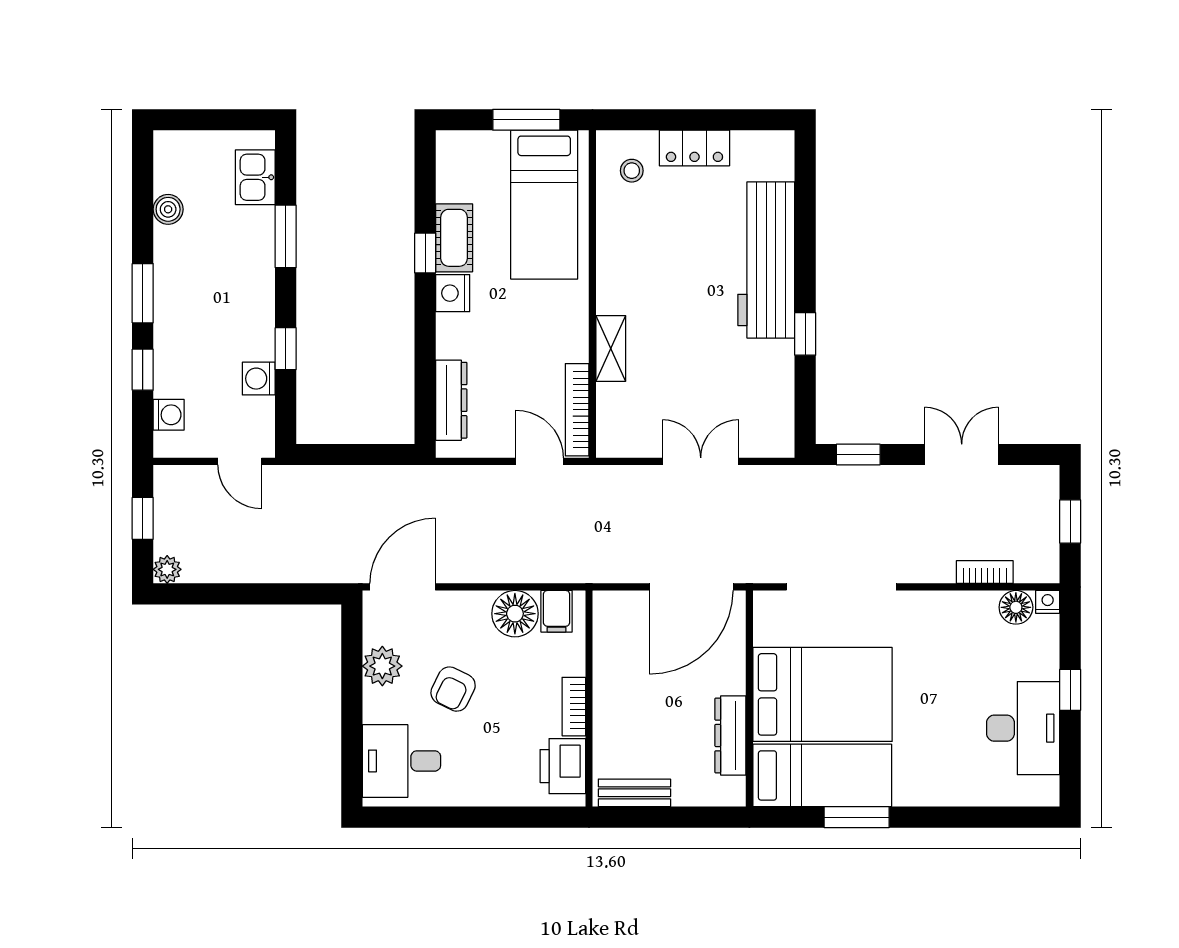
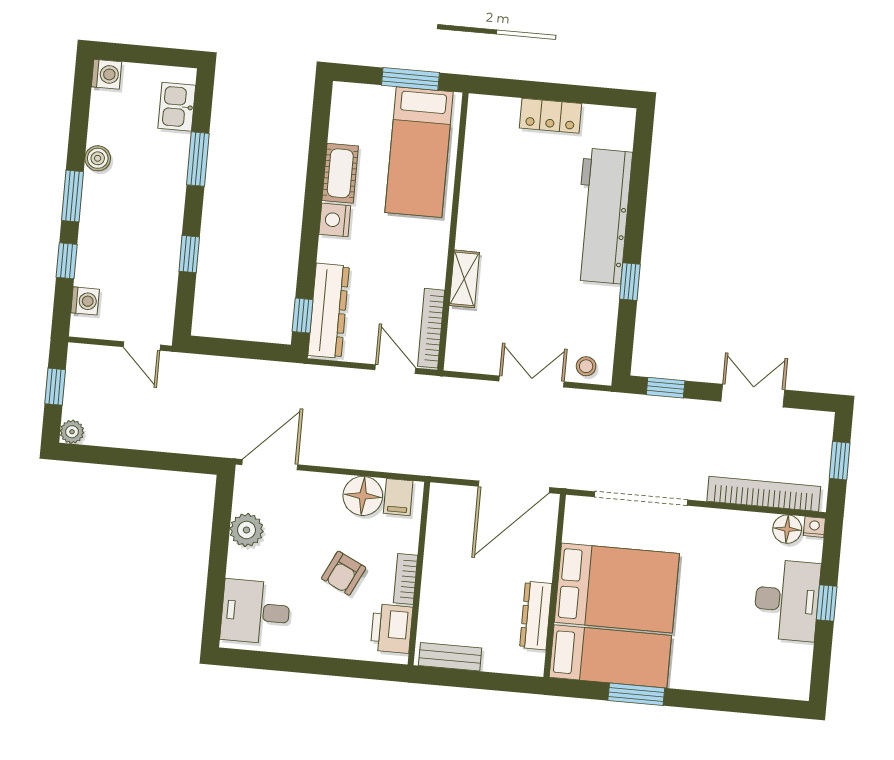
stool: (632, 171) -> (586, 366), moved
boiler: (168, 209) -> (98, 158), moved
window: (425, 253) -> (303, 316), moved
washing machine: (259, 379) -> (107, 74), moved, turned 180
dresser: (451, 400) -> (329, 311), width x1.37, depth x1.24
bookcase: (985, 572) -> (764, 494), width x2.31, depth x1.31
armchair: (453, 689) -> (344, 573), moved
desk: (1023, 728) -> (787, 600), moved

